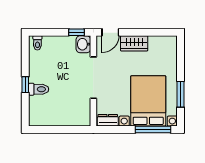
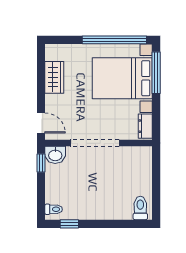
wardrobe: (134, 43) -> (54, 77), moved
window: (25, 85) -> (69, 224), moved
toilet: (39, 89) -> (140, 208), moved
window: (181, 94) -> (114, 40), width x2.11

